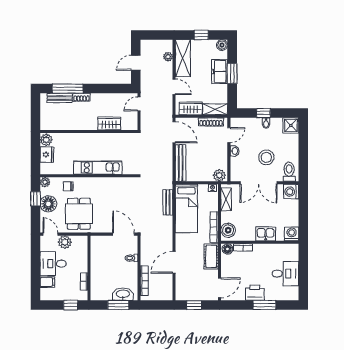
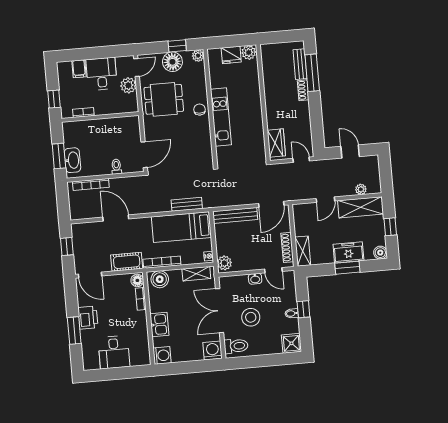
wardrobe: (191, 108) -> (301, 222), removed
wardrobe: (109, 123) -> (276, 143), moved
chair: (68, 186) -> (200, 109), moved

